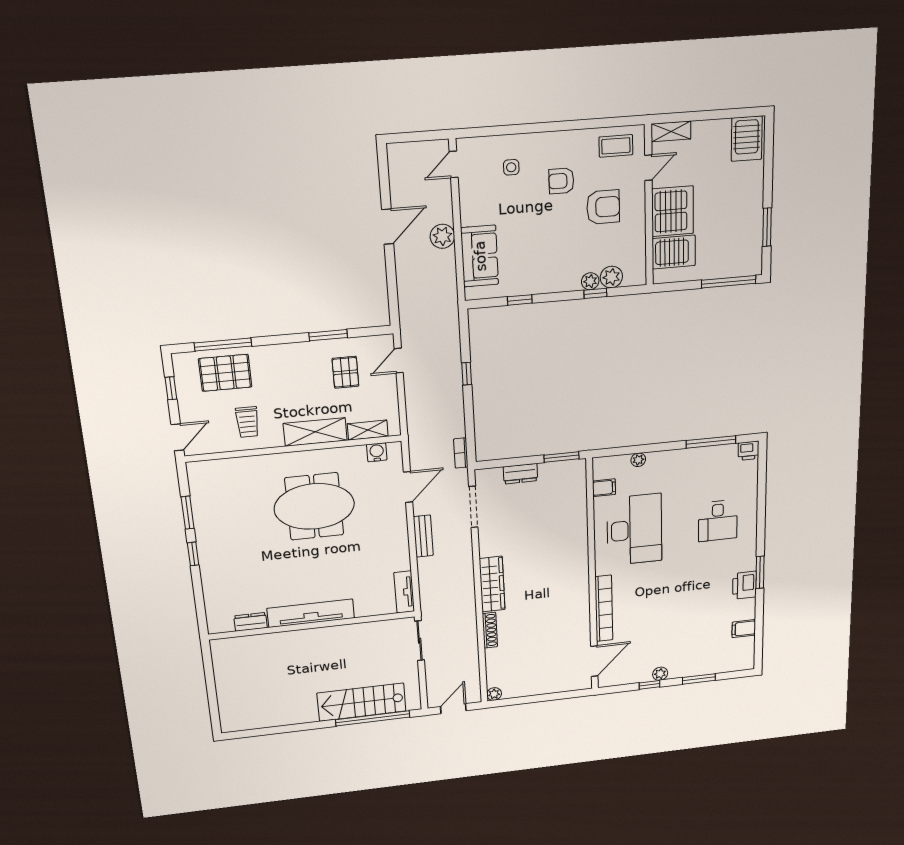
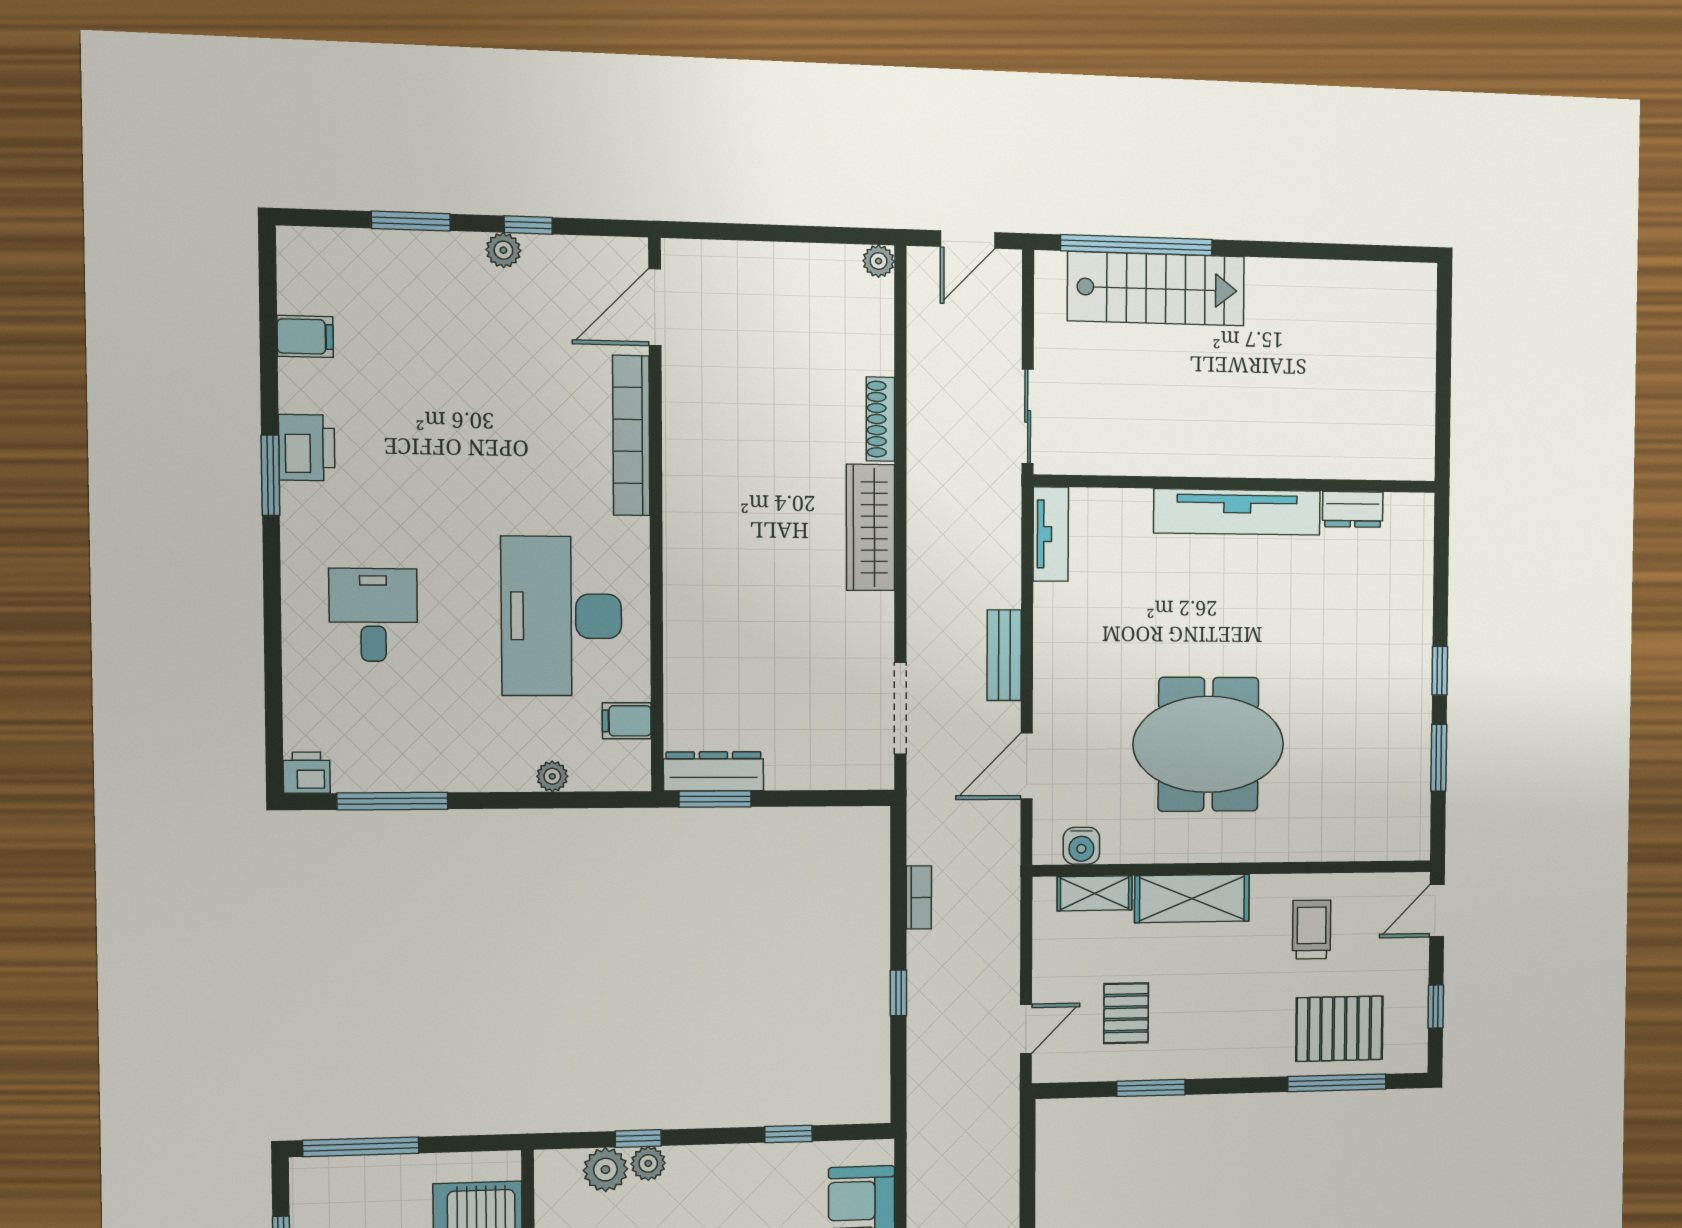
bookcase: (461, 453) -> (919, 897), moved
dresser: (520, 474) -> (714, 771), moved, width x1.44

